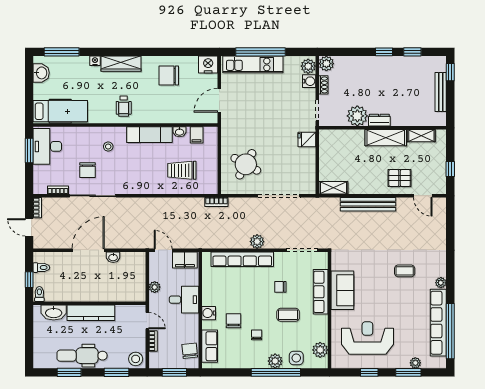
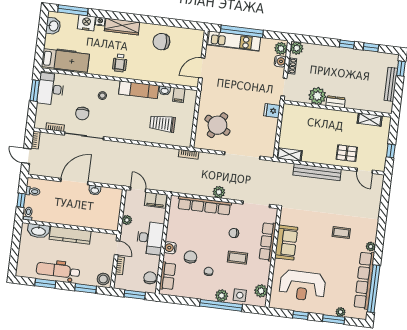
nightstand: (208, 64) -> (86, 23), moved
shelving: (386, 138) -> (339, 117), removed
desk: (184, 300) -> (150, 238), width x1.37
reception desk: (367, 338) -> (302, 286), turned 180

